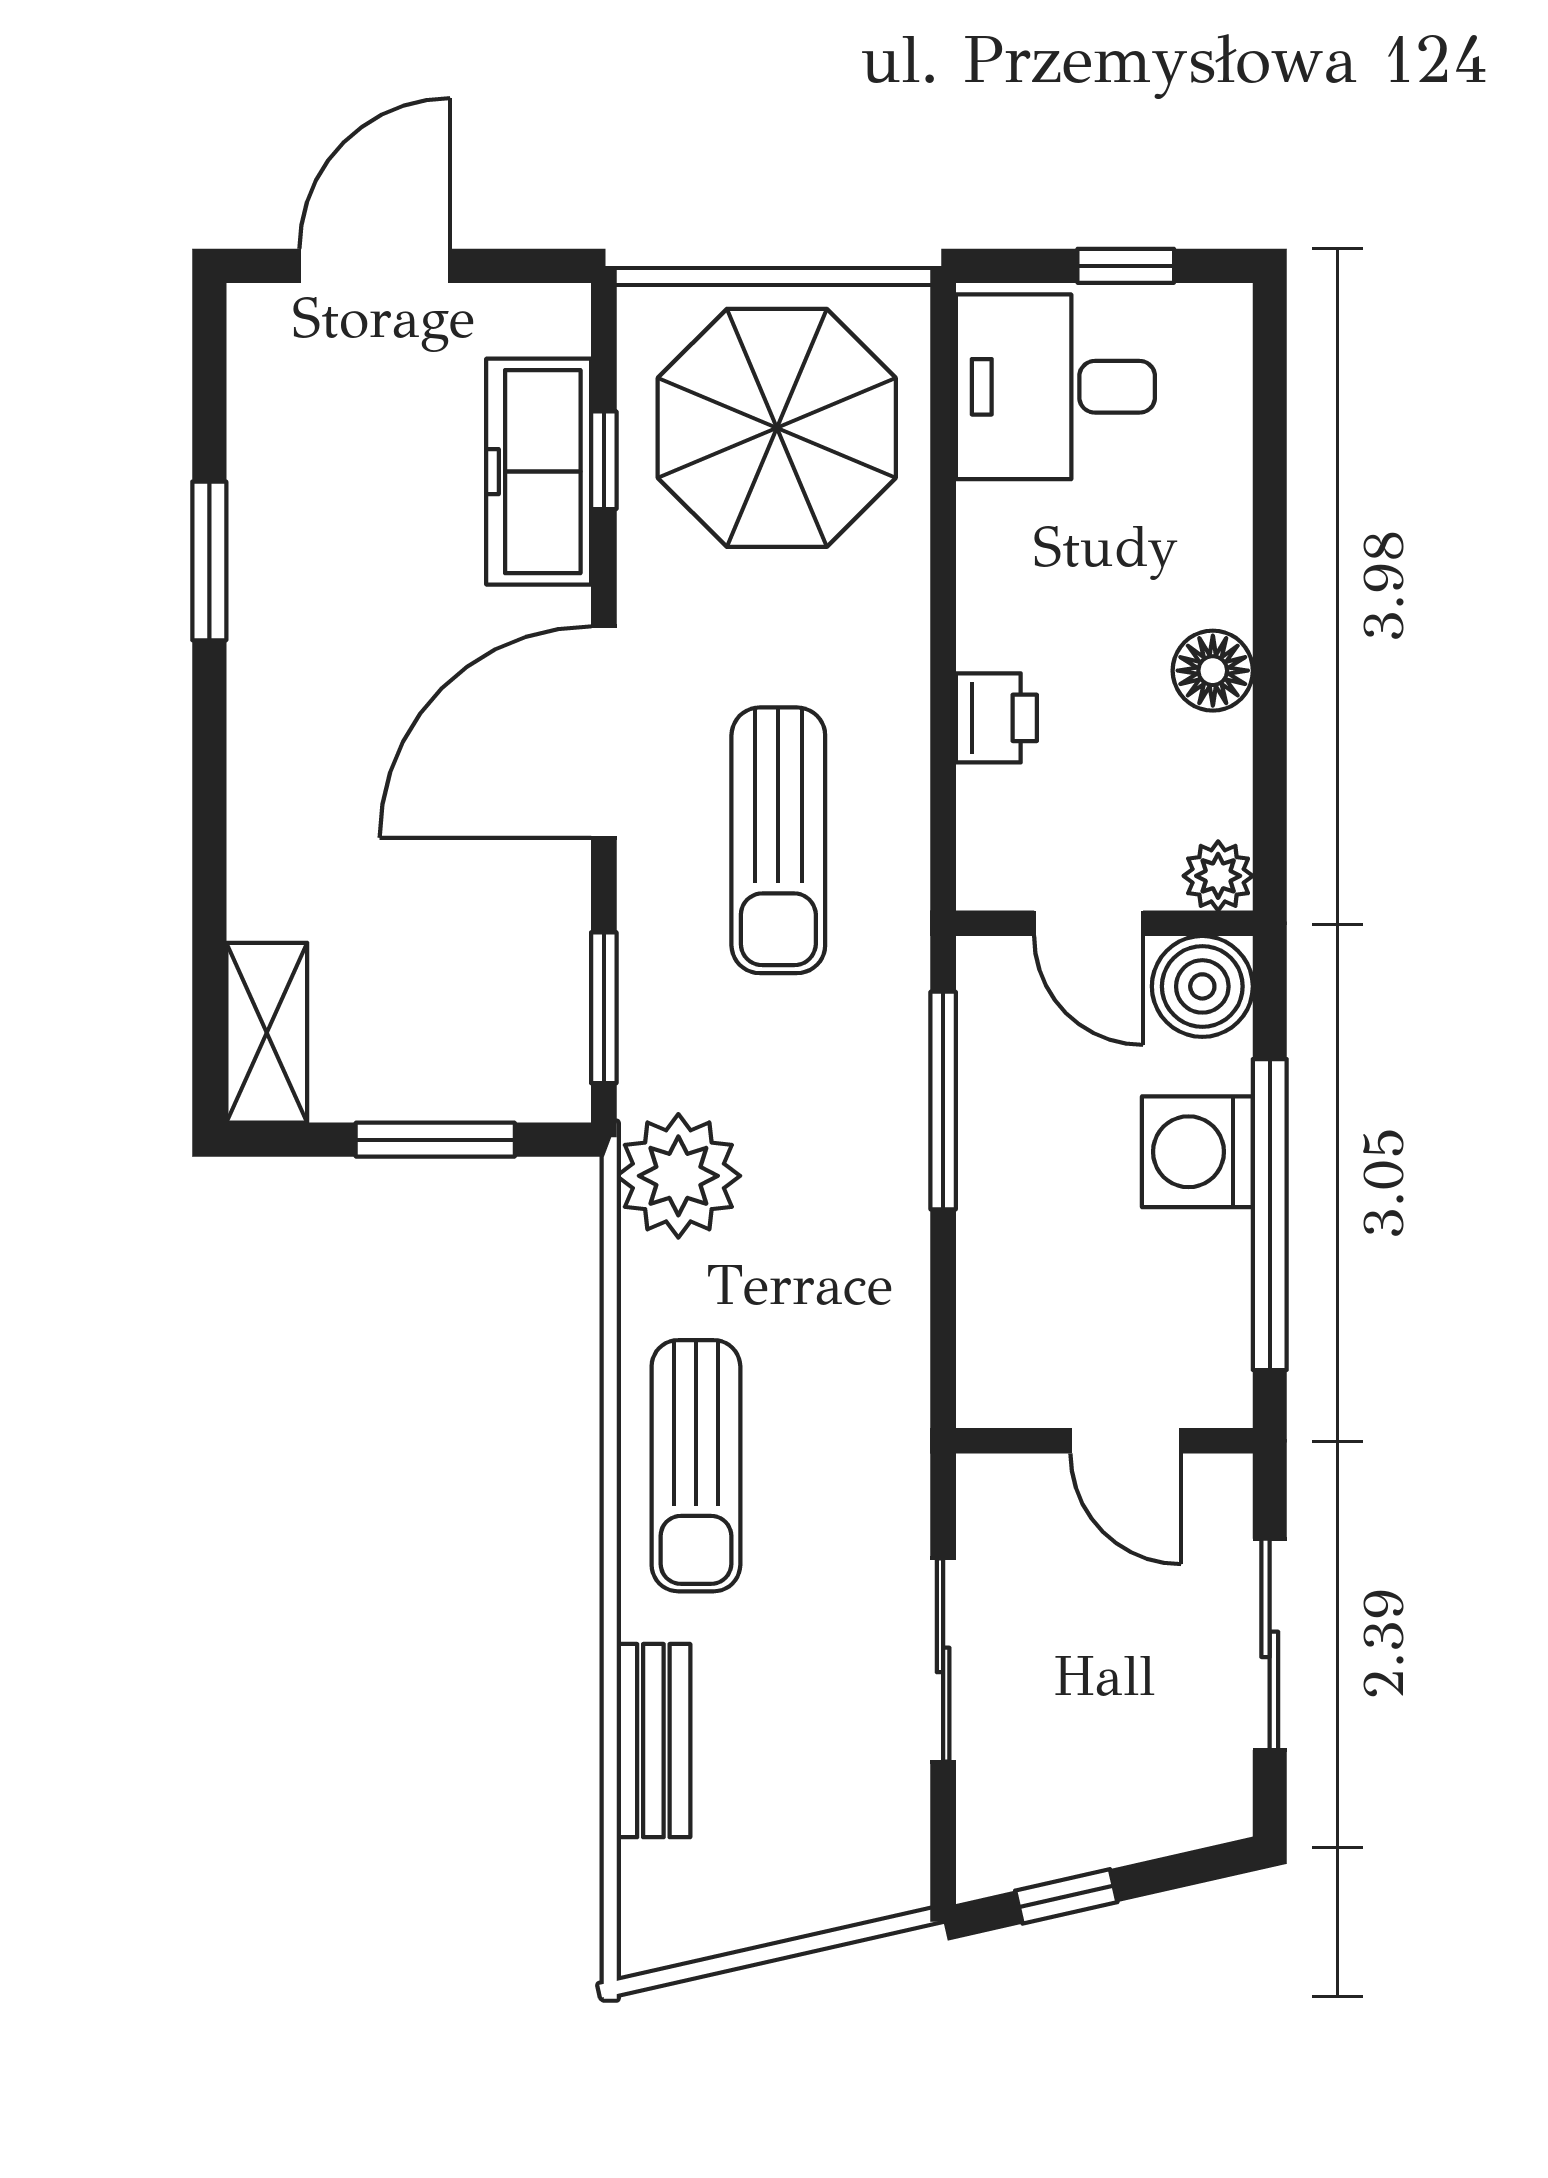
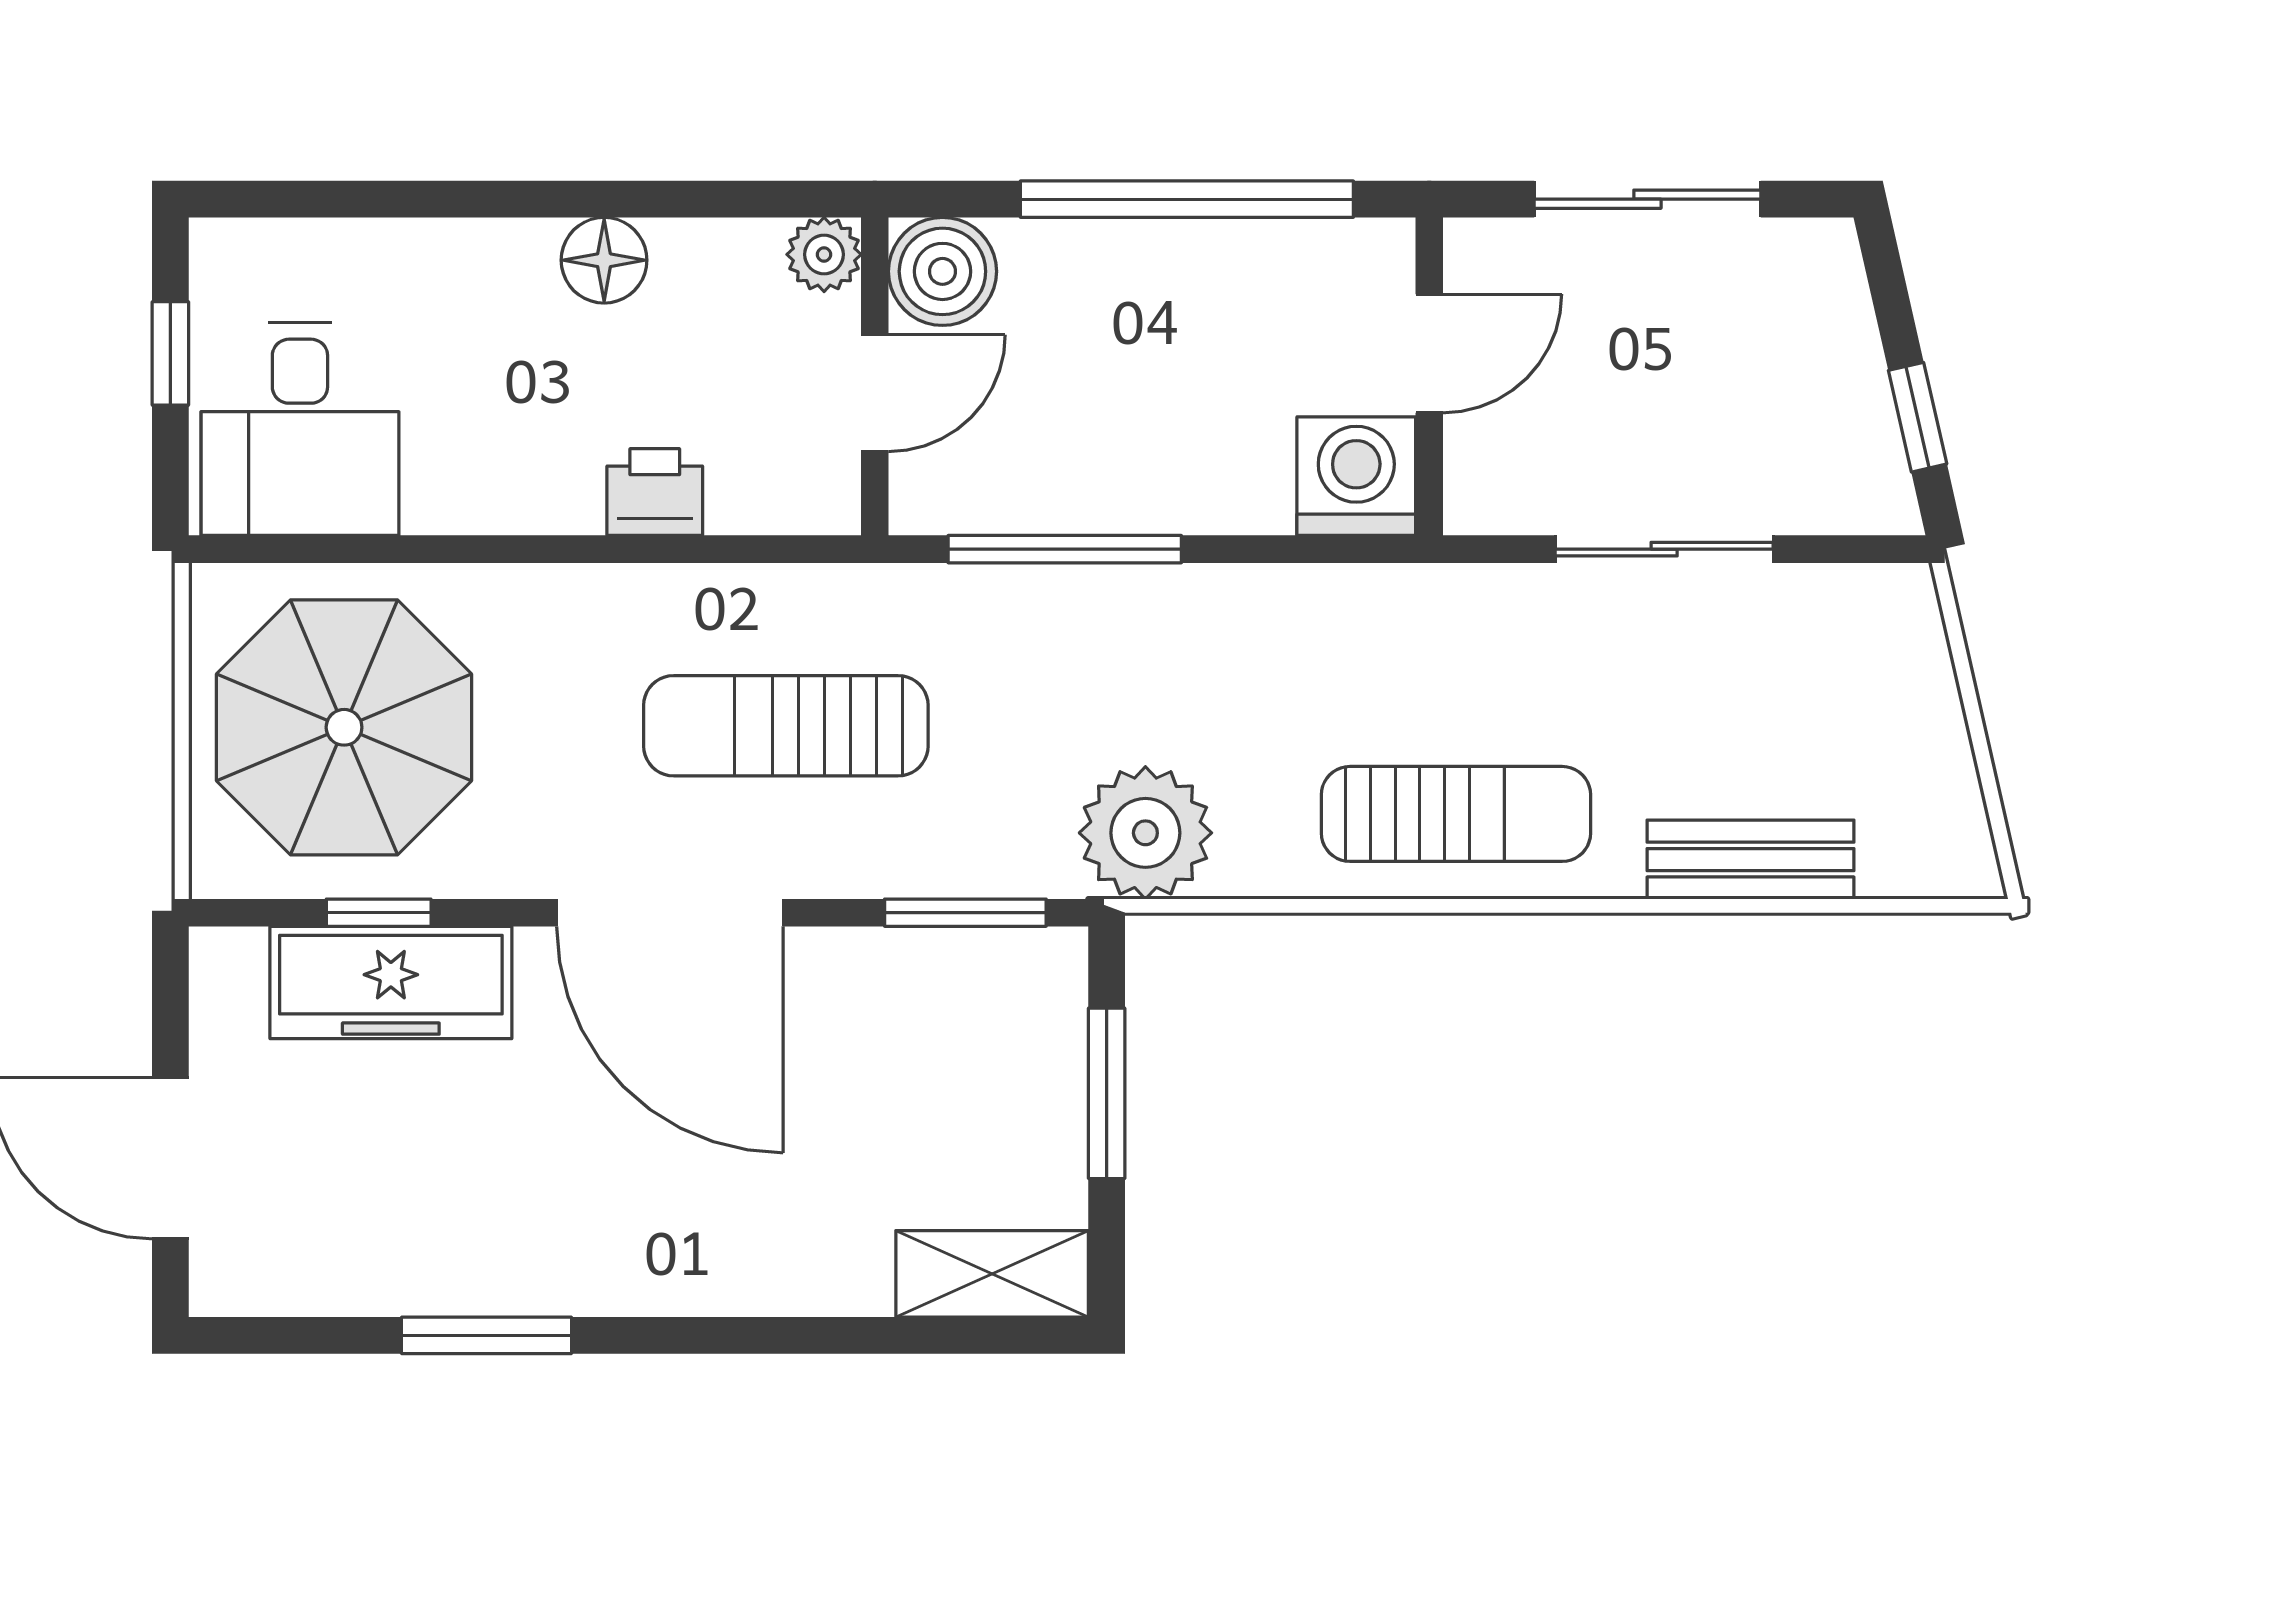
sun lounger: (778, 840) -> (786, 726), turned 180
washing machine: (1197, 1152) -> (1356, 476), moved, turned 180

